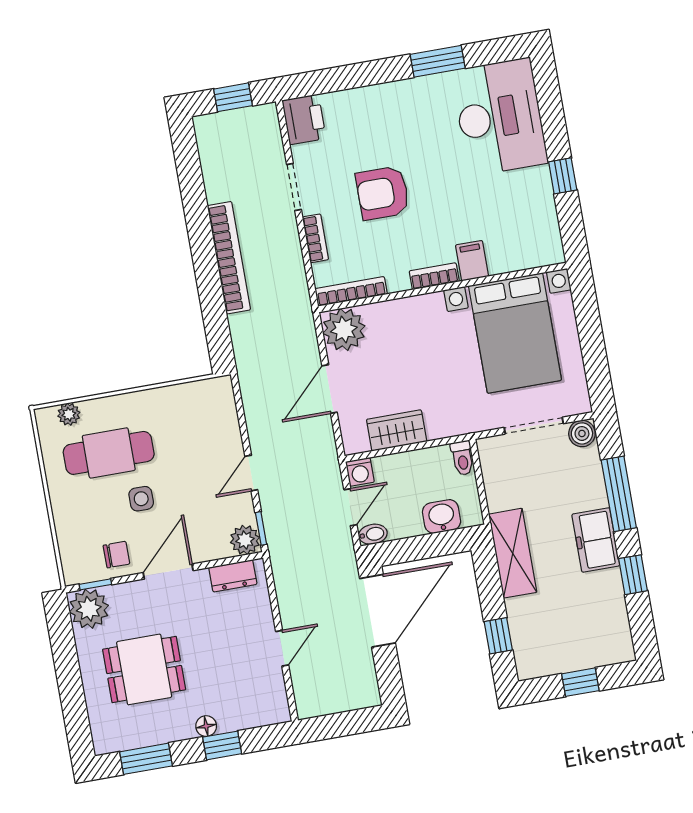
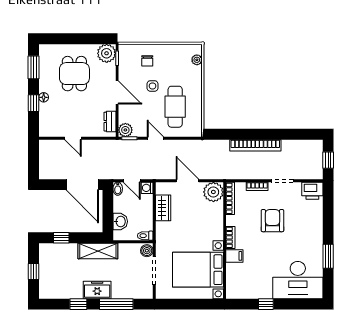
boiler: (582, 433) -> (147, 251), moved
cafe table: (109, 453) -> (175, 107), moved
chair: (116, 555) -> (147, 61), moved

